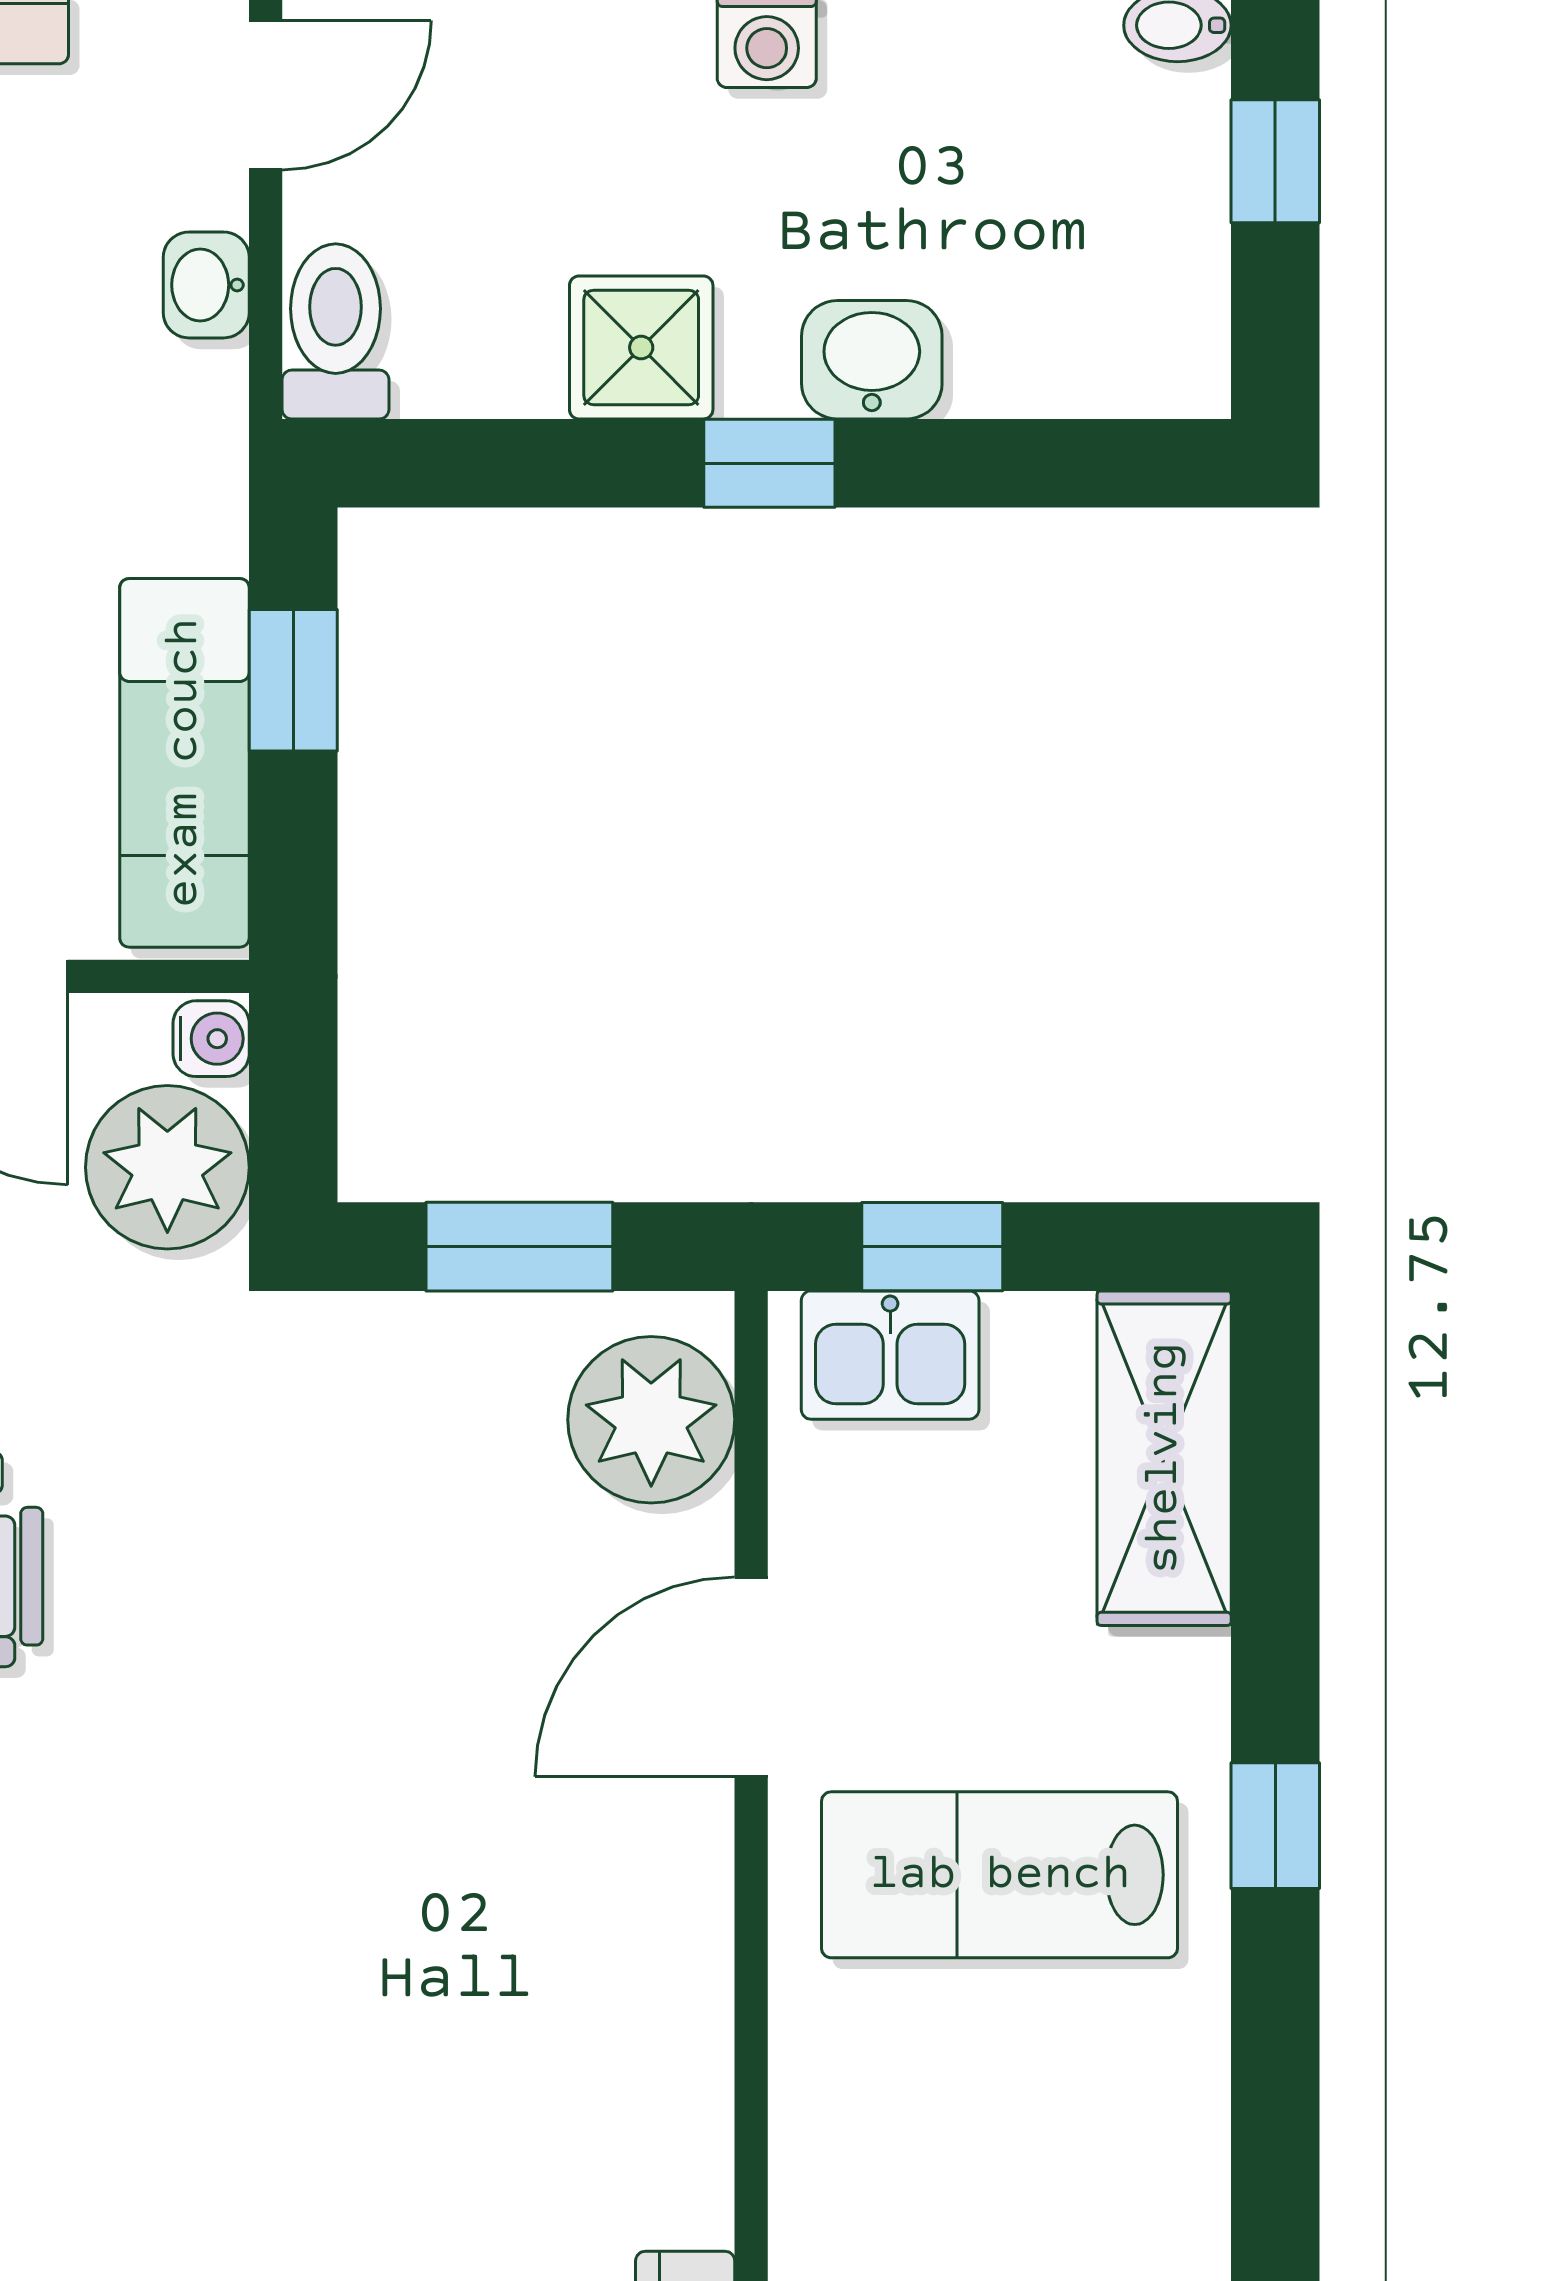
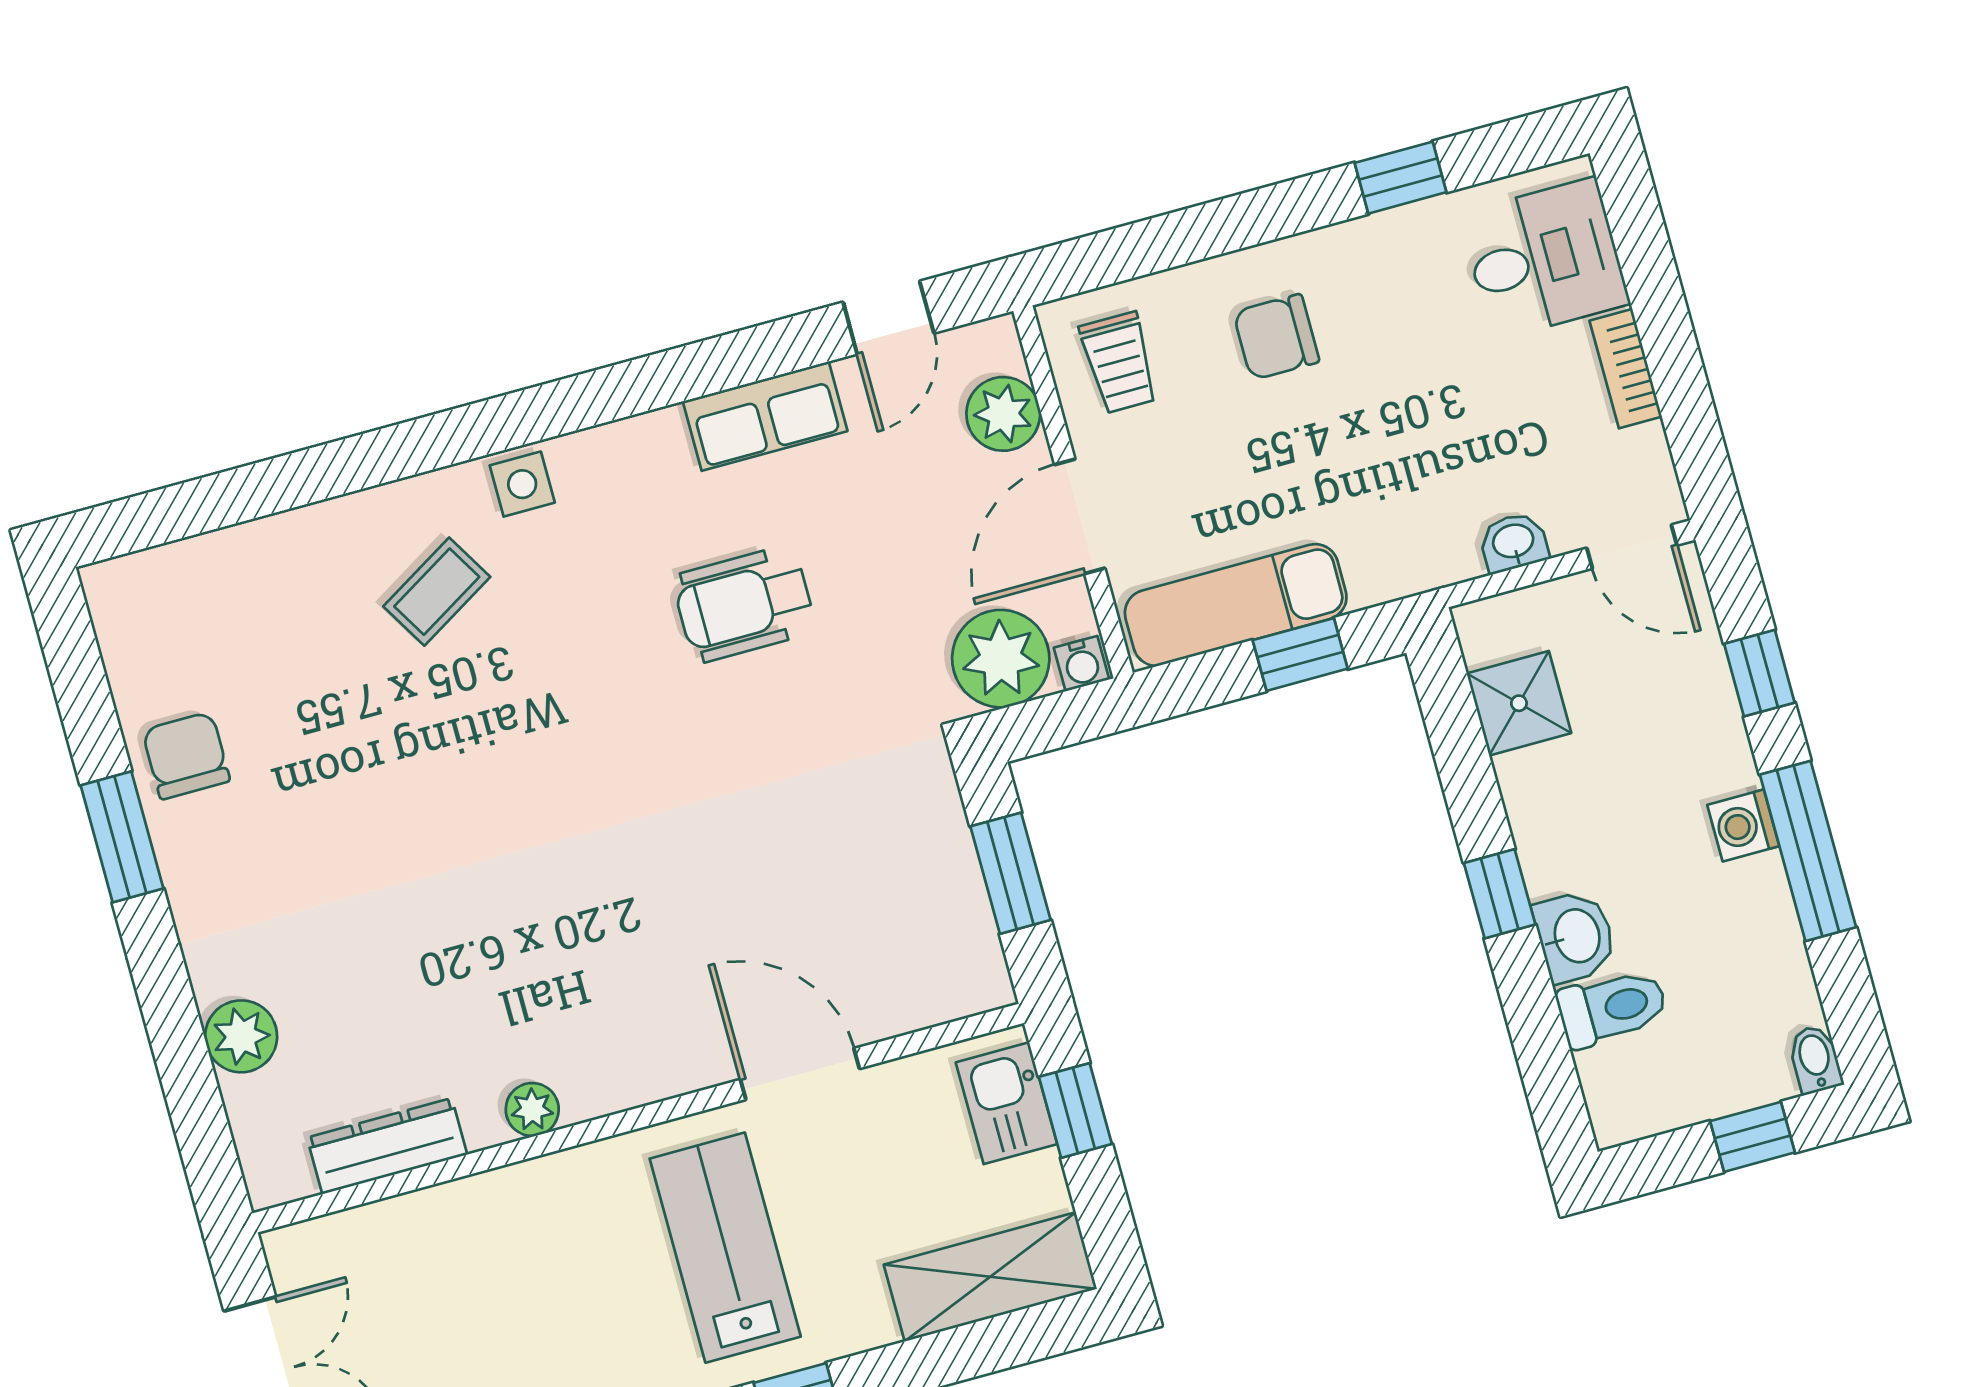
toilet: (336, 331) -> (1612, 1008), moved
shower: (641, 347) -> (1519, 703), moved
plant: (651, 1420) -> (532, 1109), moved, width x0.53, depth x0.53

